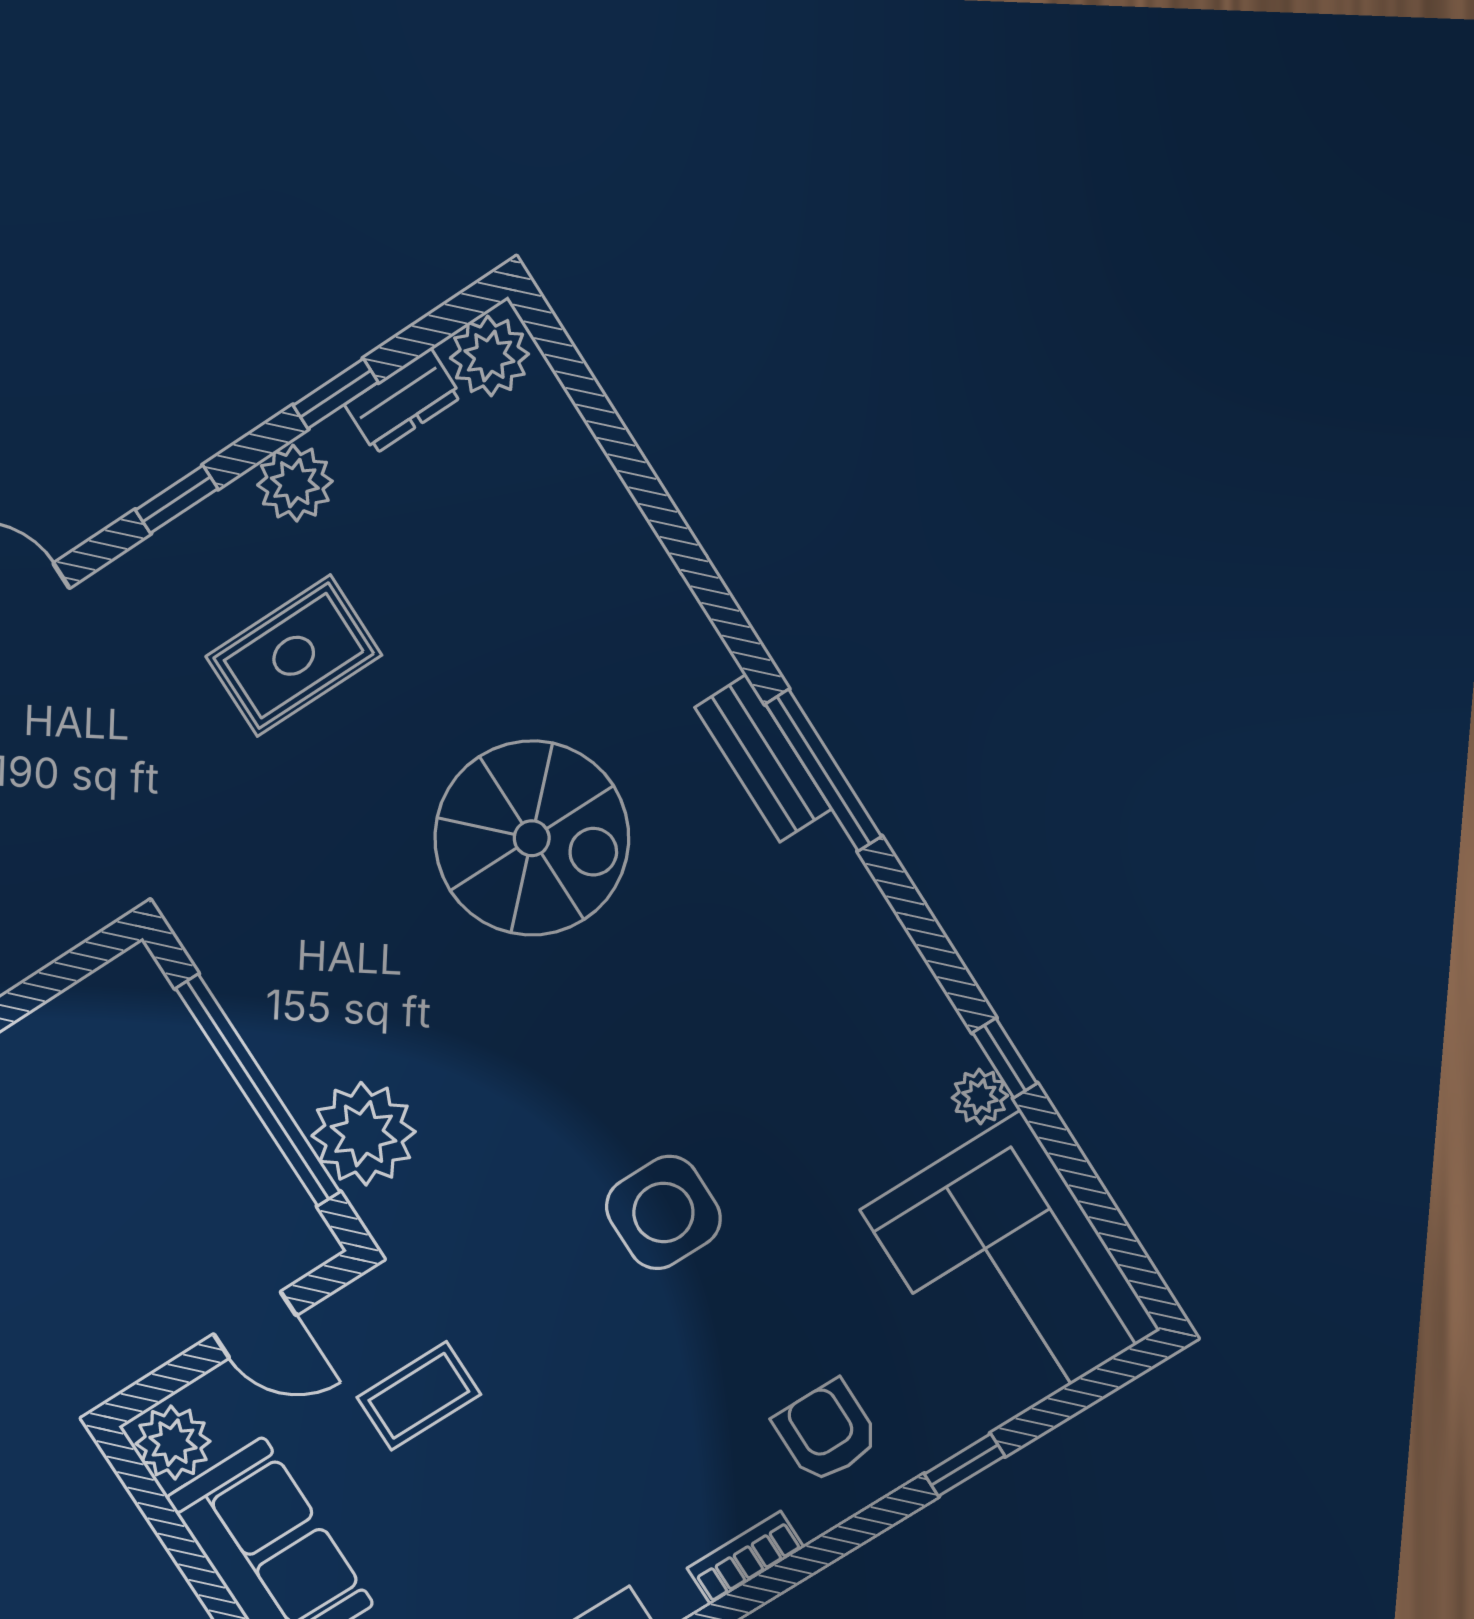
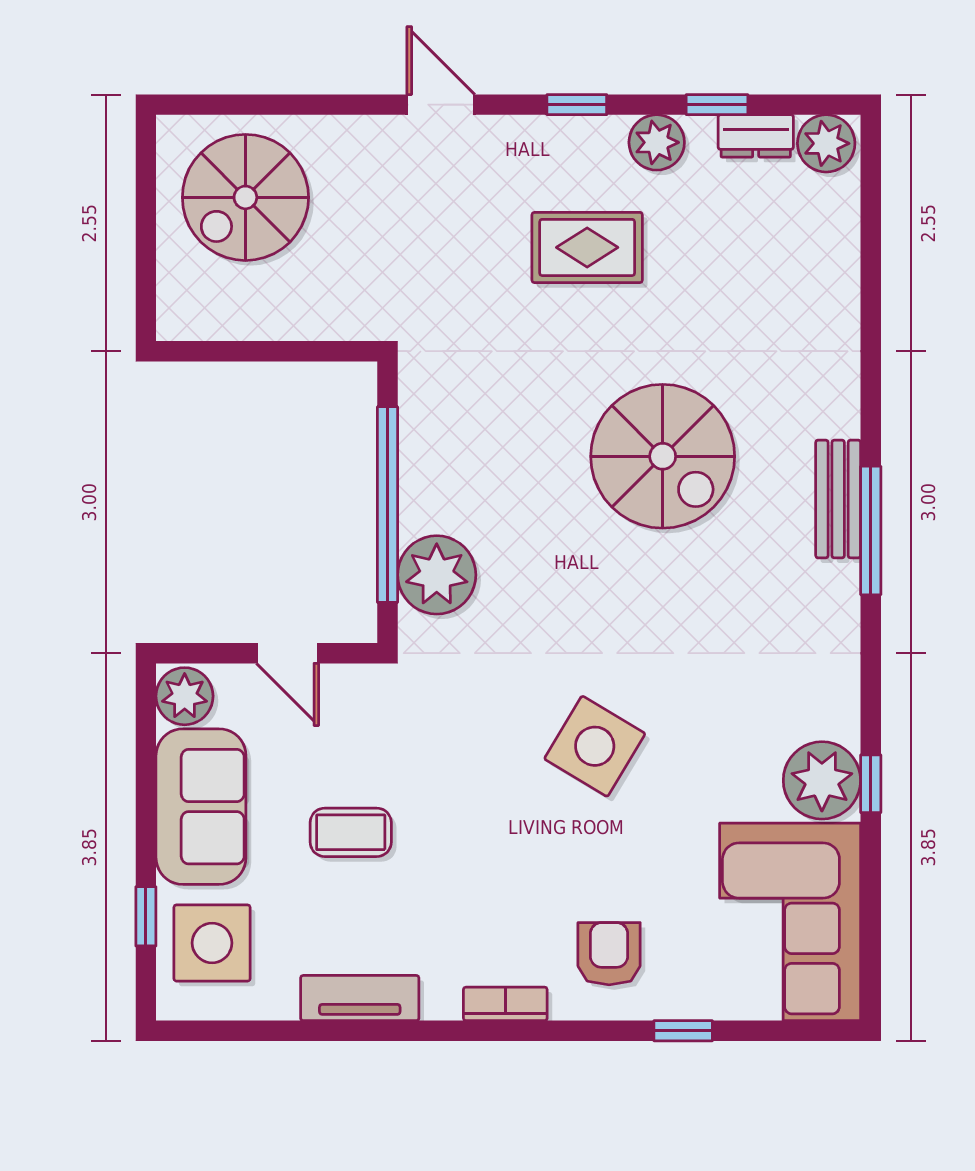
plant: (980, 1097) -> (822, 780), width x1.88, depth x1.88
side table: (663, 1212) -> (595, 746), turned 31
coffee table: (419, 1396) -> (351, 832), moved

